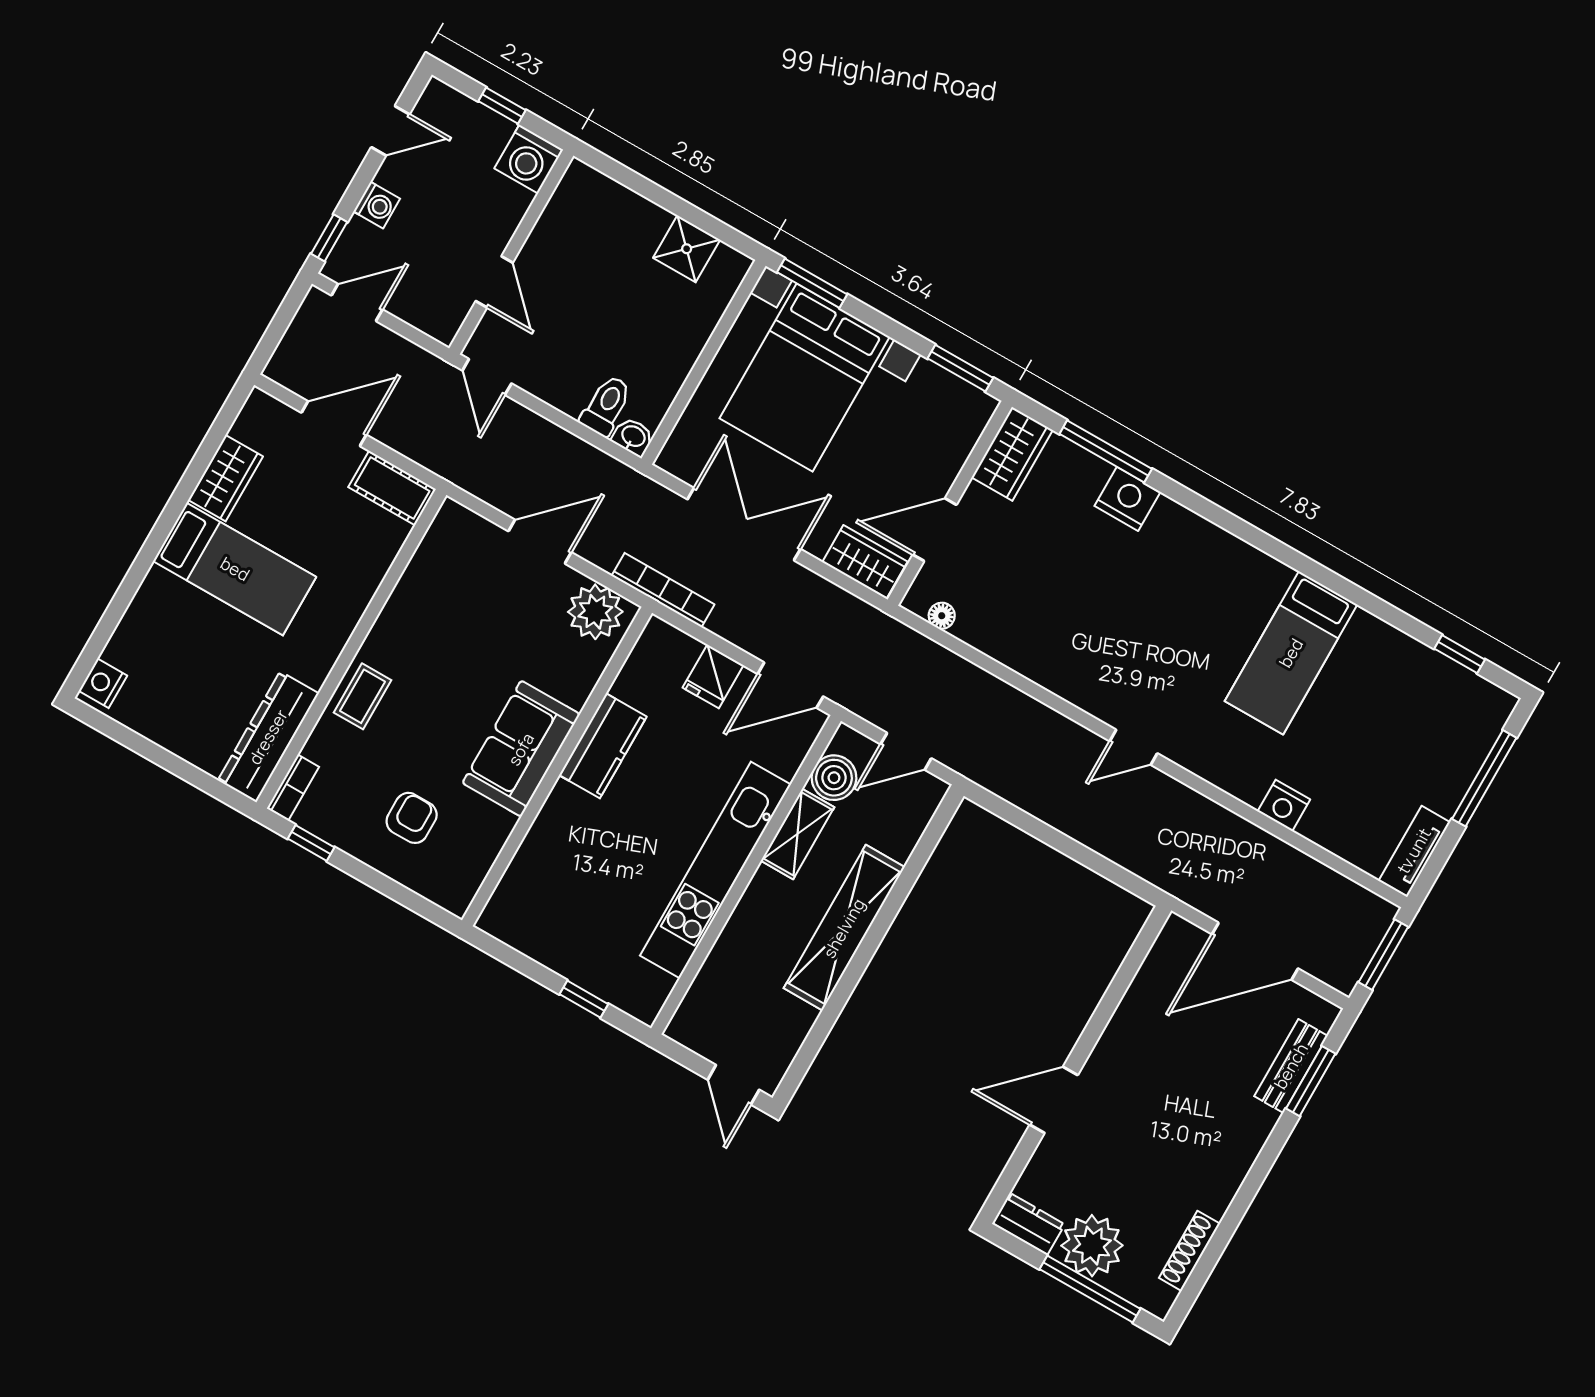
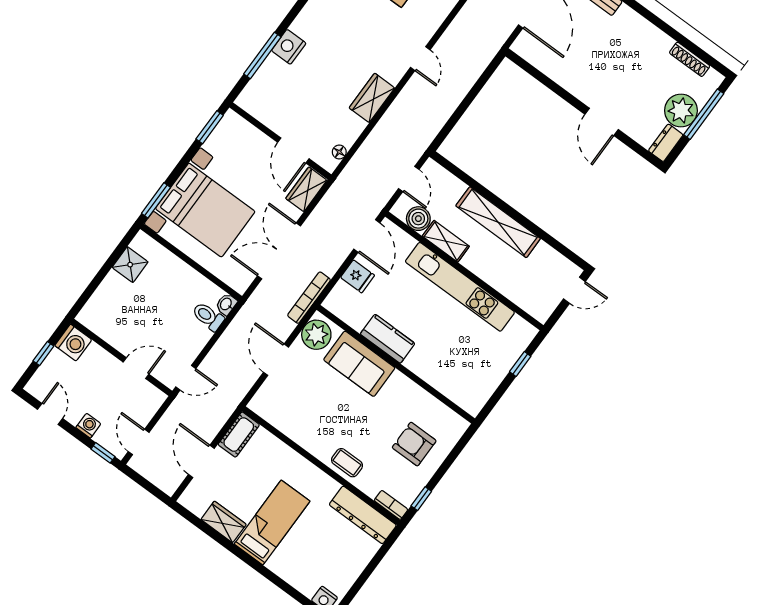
wardrobe: (1012, 454) -> (372, 98), moved, turned -90
sofa: (521, 749) -> (359, 364), moved
armchair: (412, 818) -> (414, 444), width x1.38, depth x1.38

